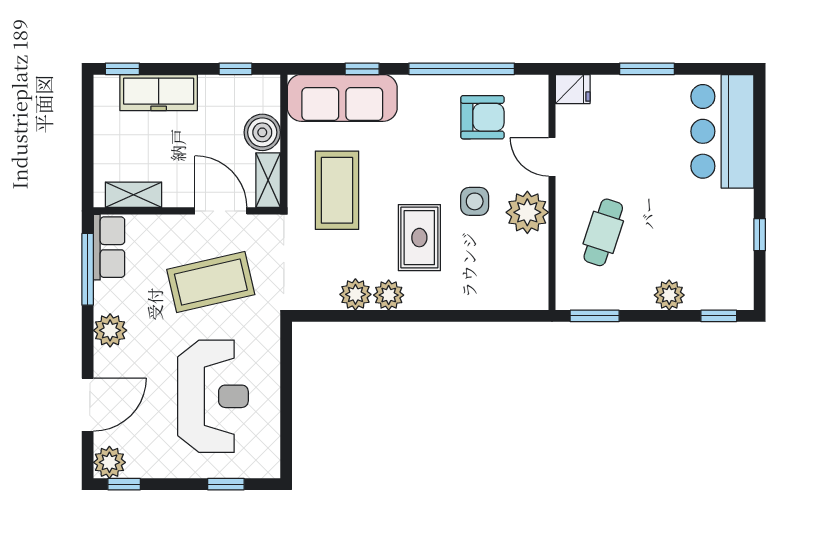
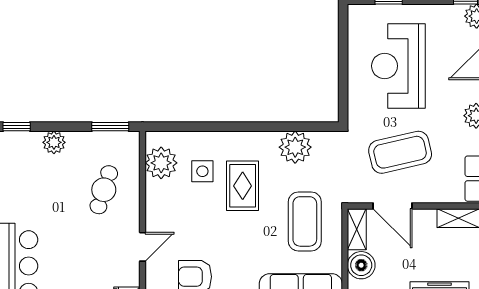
door: (552, 157) -> (142, 247), hinge flipped
side table: (475, 201) -> (202, 171), moved
plant: (527, 212) -> (161, 163), moved
plant: (355, 294) -> (295, 147), width x1.36, depth x1.36
plant: (389, 295) -> (266, 142), removed

